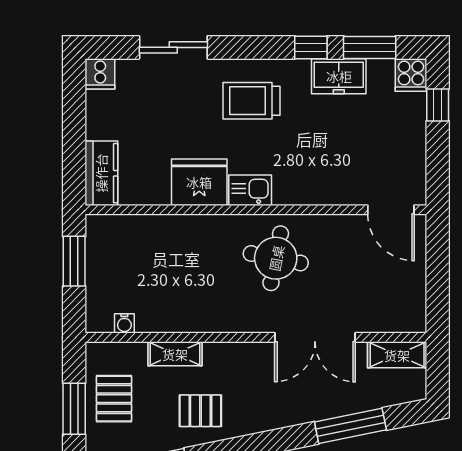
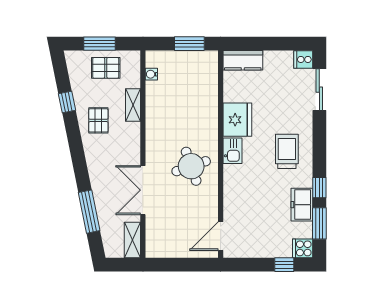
sliding door: (173, 47) -> (319, 90), moved
round table: (276, 258) -> (191, 166), turned -30

